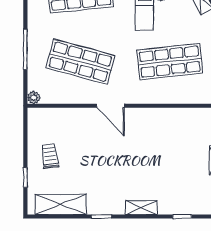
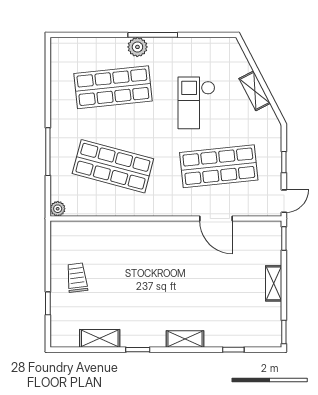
door: (110, 106) -> (216, 219), moved
shelving: (61, 205) -> (100, 338), width x0.67, depth x0.75

